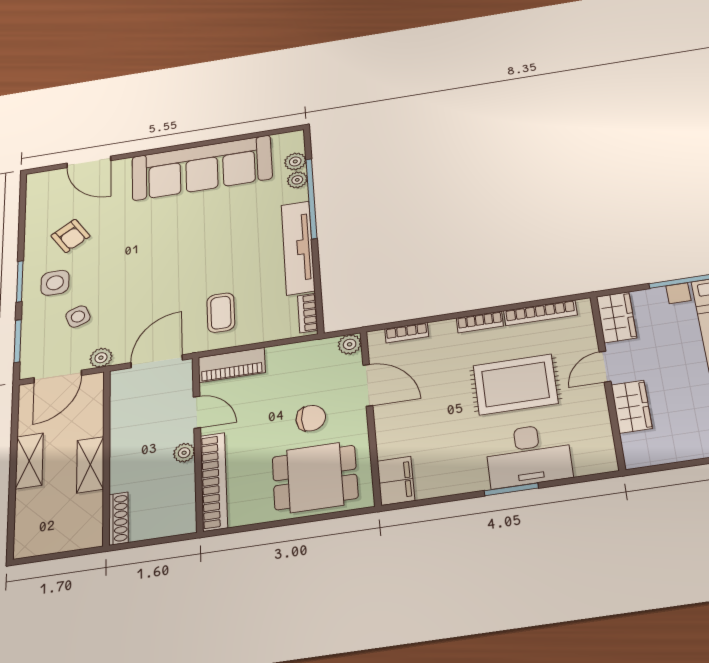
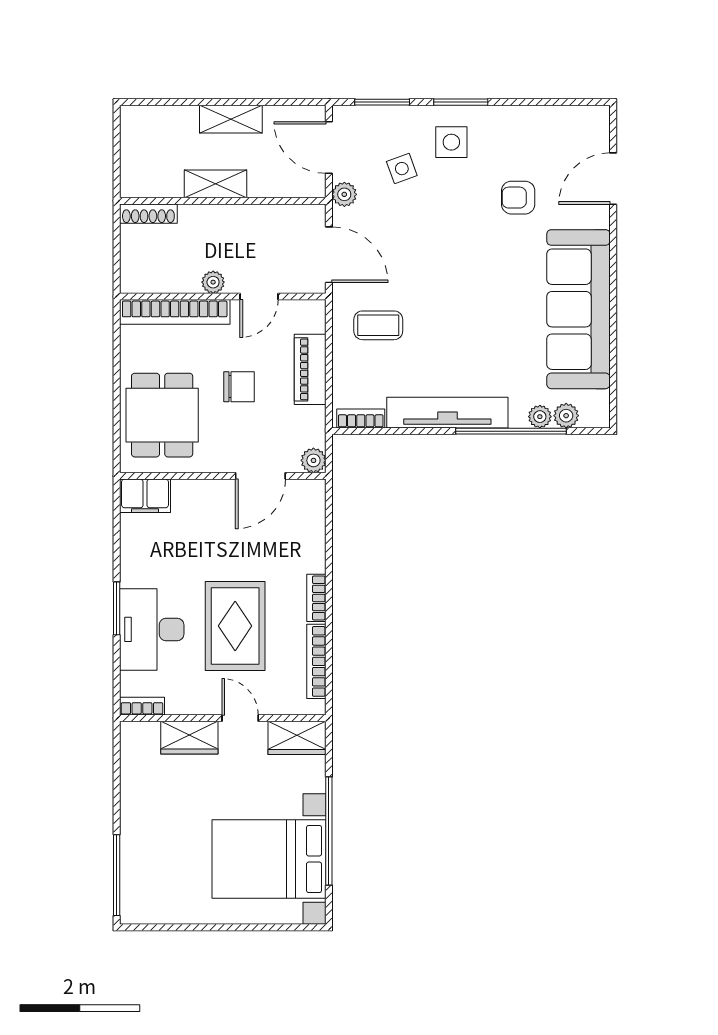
armchair: (70, 236) -> (518, 198), moved, turned 33
bookcase: (407, 333) -> (142, 706), moved, turned 90
piano: (232, 365) -> (310, 369), moved
chair: (311, 418) -> (239, 387), moved, turned -90

